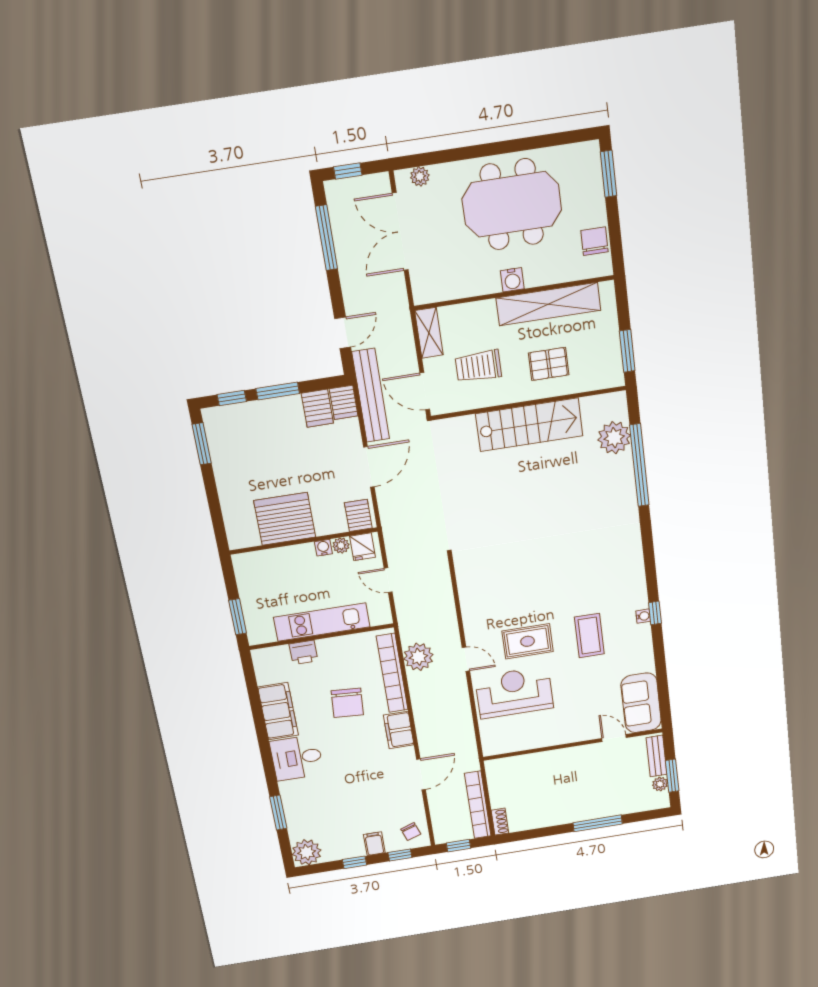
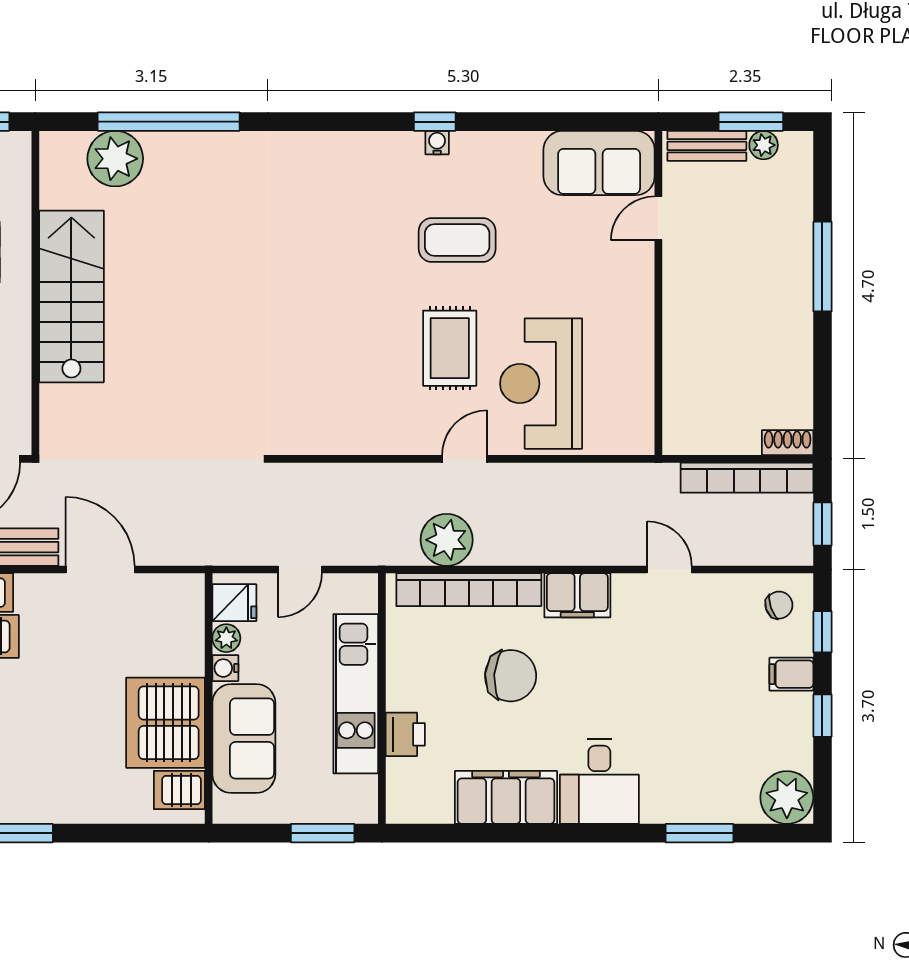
server rack: (358, 515) -> (179, 790), moved
sofa: (284, 564) -> (244, 738), added
door: (421, 774) -> (669, 570), width x0.73

